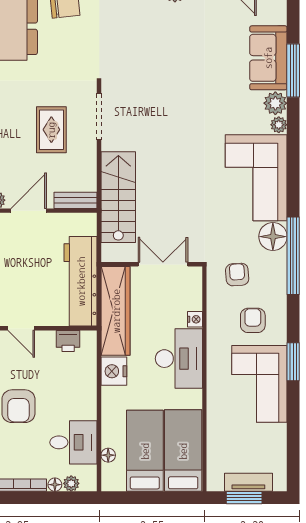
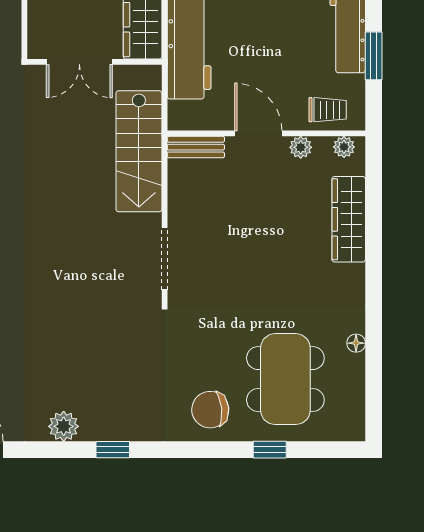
rug: (51, 130) -> (228, 241), removed
door: (29, 211) -> (258, 133), swing flipped

